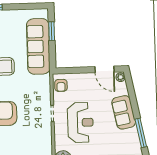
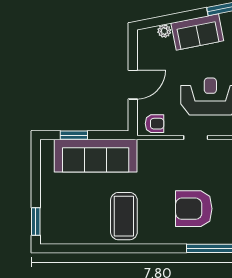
door: (105, 69) -> (133, 85), moved
plant: (121, 77) -> (164, 31), moved

